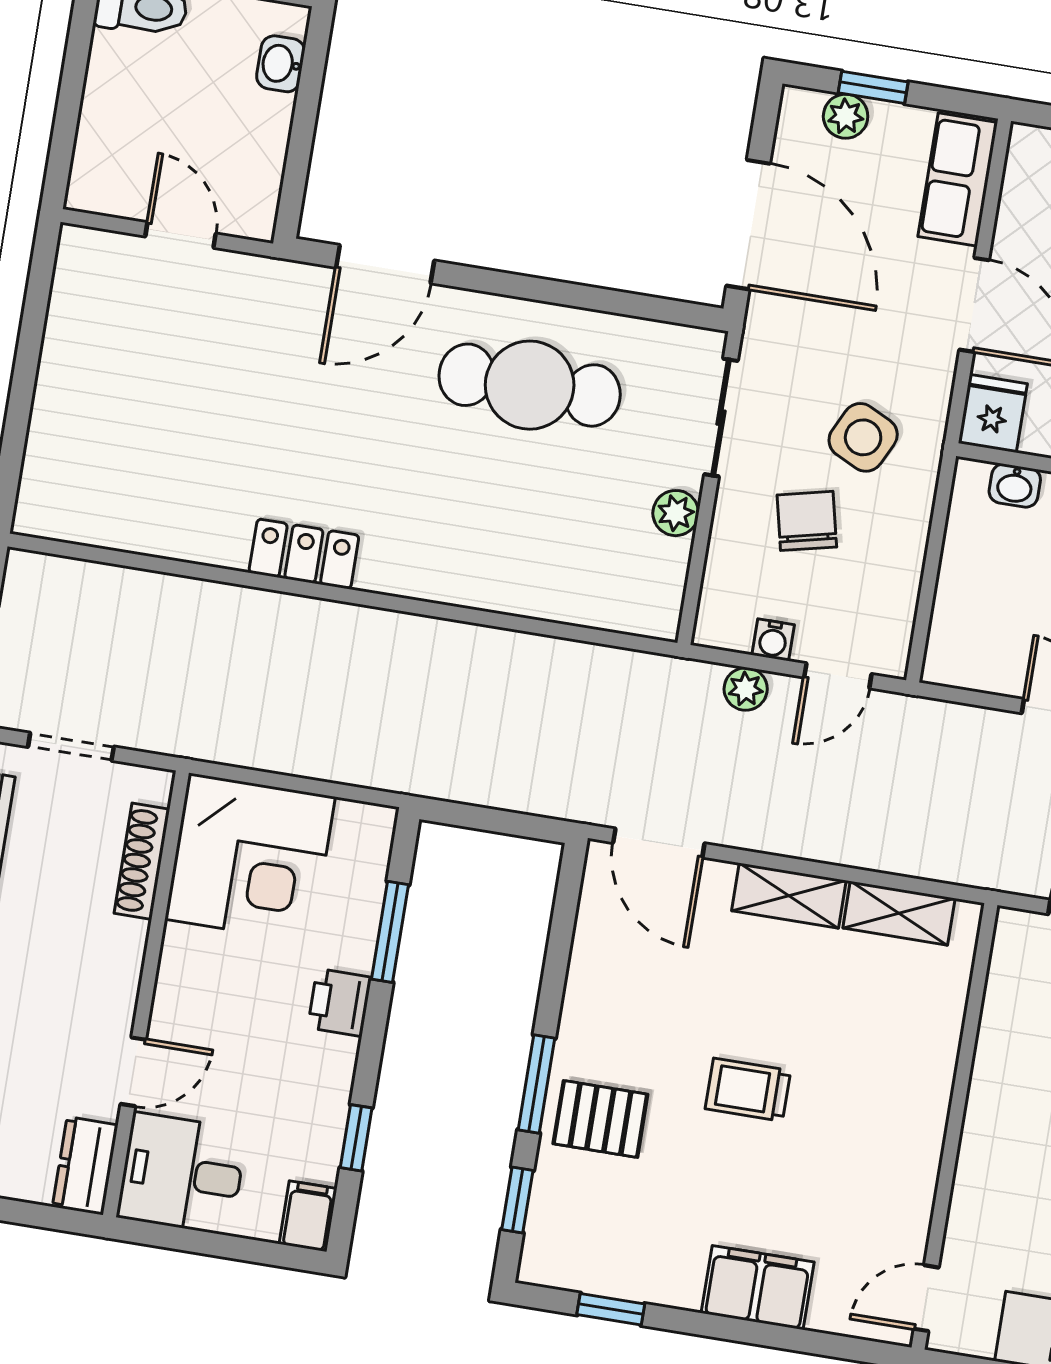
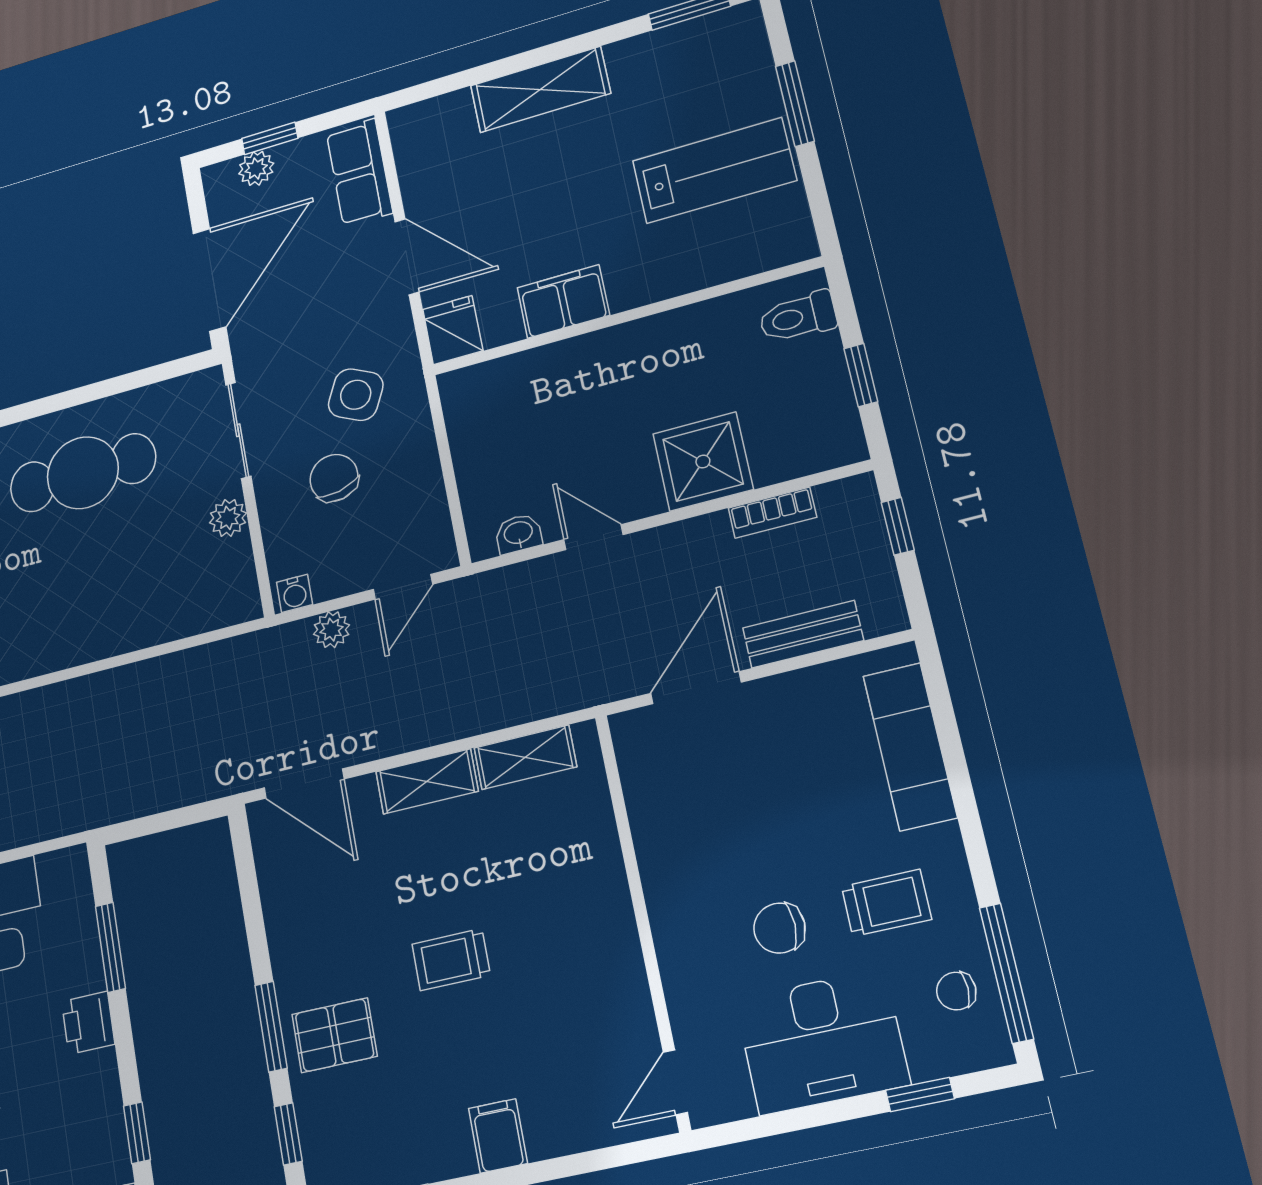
door: (748, 225) -> (210, 280), hinge flipped
washbasin: (1015, 486) -> (518, 534), moved, turned 180
water cooler: (773, 640) -> (295, 593), moved
filing cabinet: (758, 1288) -> (498, 1136), width x0.50

